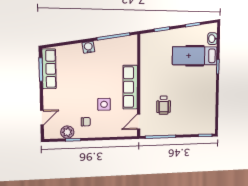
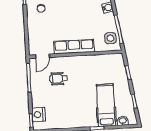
side table: (104, 104) -> (110, 38), moved
door: (139, 122) -> (43, 56), swing flipped
nightstand: (200, 128) -> (39, 115), added

